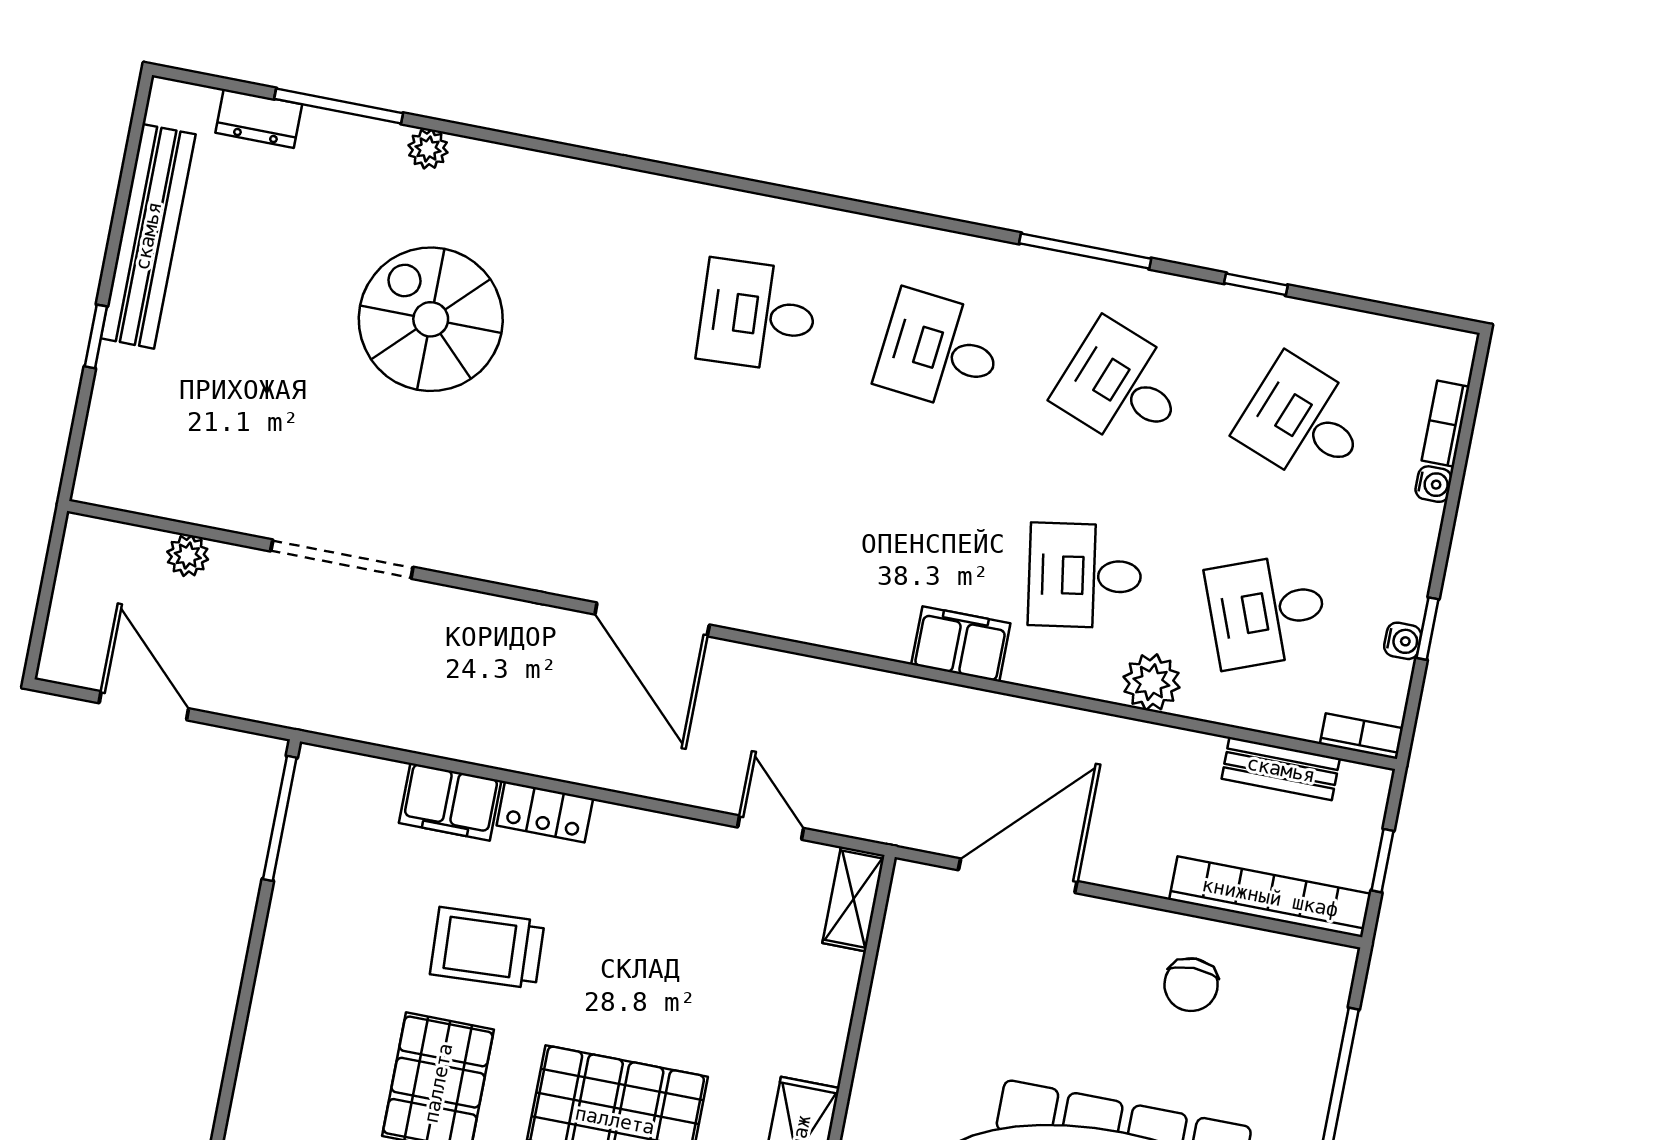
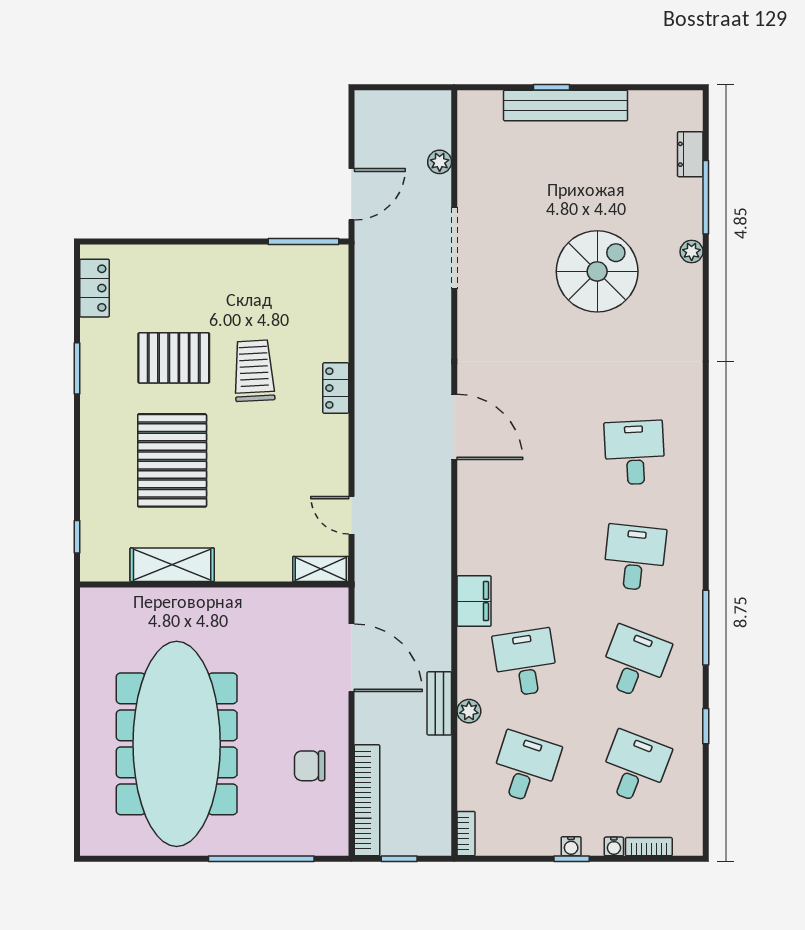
bench: (148, 236) -> (566, 105), moved
desk: (1267, 611) -> (525, 768), turned 39
door: (652, 619) -> (454, 427), swing flipped
window: (1428, 629) -> (572, 859), moved
water cooler: (1403, 641) -> (571, 846), moved
plant: (1151, 682) -> (469, 711), width x0.73, depth x0.73
door: (144, 706) -> (351, 194), moved
bench: (1281, 769) -> (439, 703), moved
filing cabinet: (450, 802) -> (331, 334), removed
door: (771, 828) -> (351, 515), swing flipped

